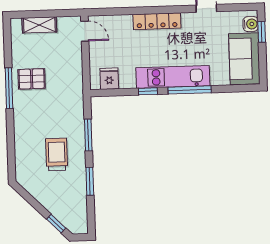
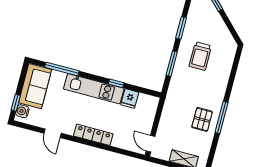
pallet: (32, 79) -> (202, 119), turned 90
fridge: (109, 79) -> (130, 98), moved
window: (190, 90) -> (62, 69), moved

